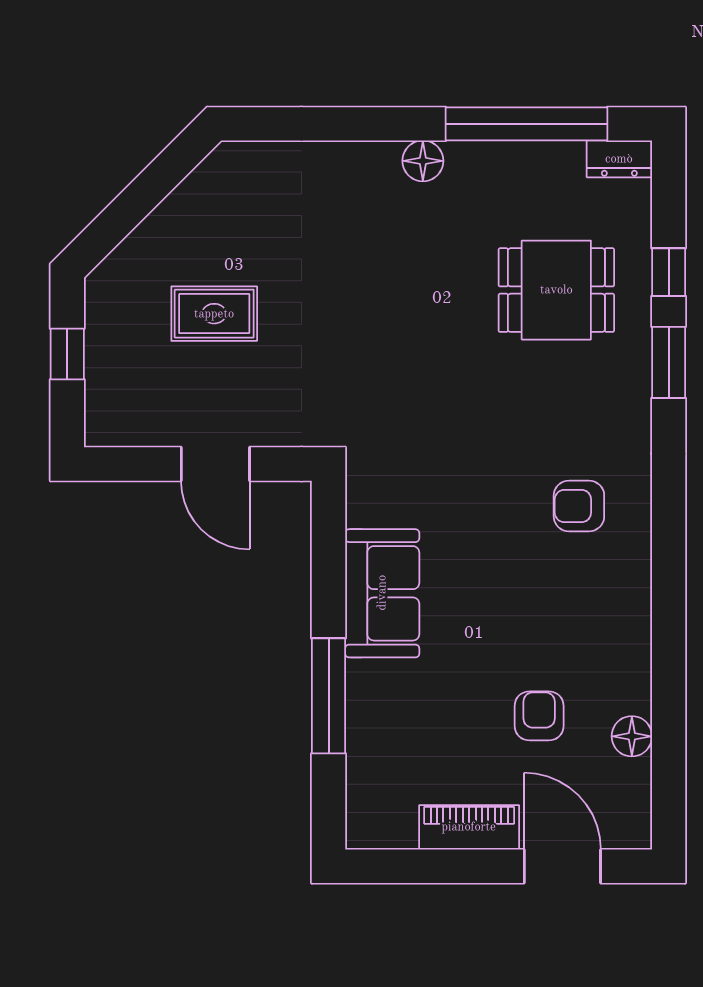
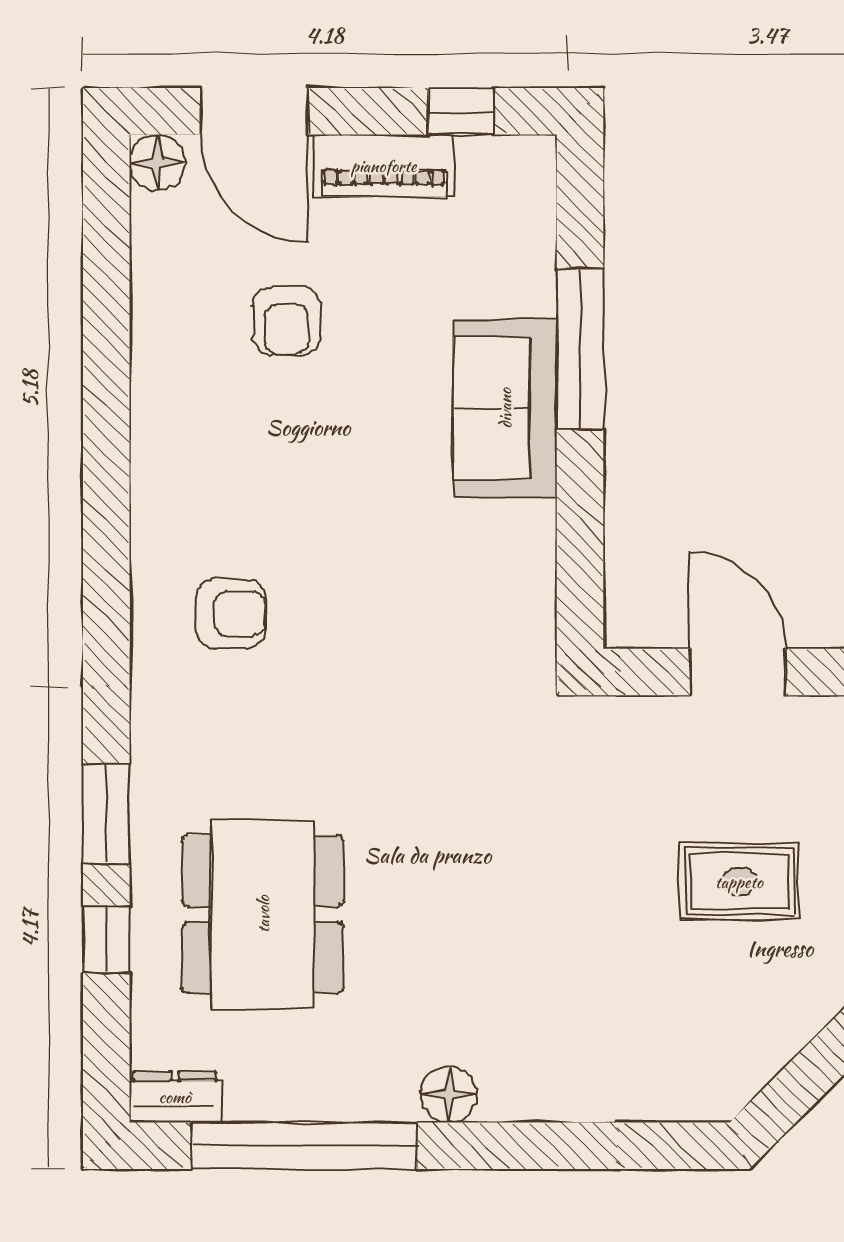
dining table: (556, 290) -> (263, 914), width x1.38
sofa: (382, 593) -> (505, 408), moved
floor lamp: (632, 736) -> (157, 163), moved
window: (414, 866) -> (461, 111), added

